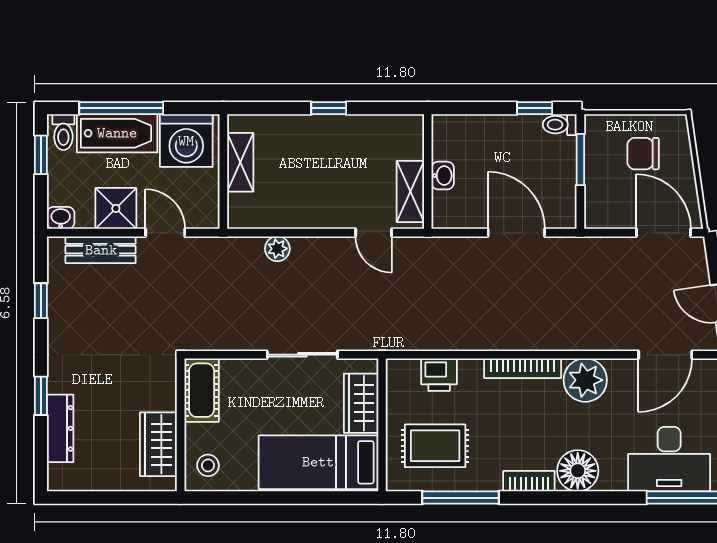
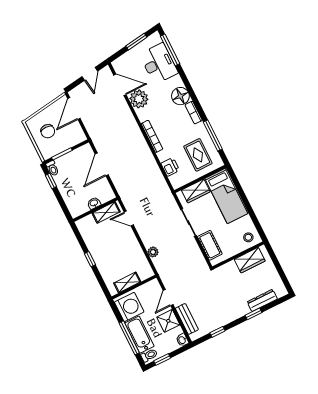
door: (374, 233) -> (129, 218), swing flipped
plant: (585, 380) -> (139, 99), moved
cot: (202, 390) -> (210, 245), moved, turned 90

